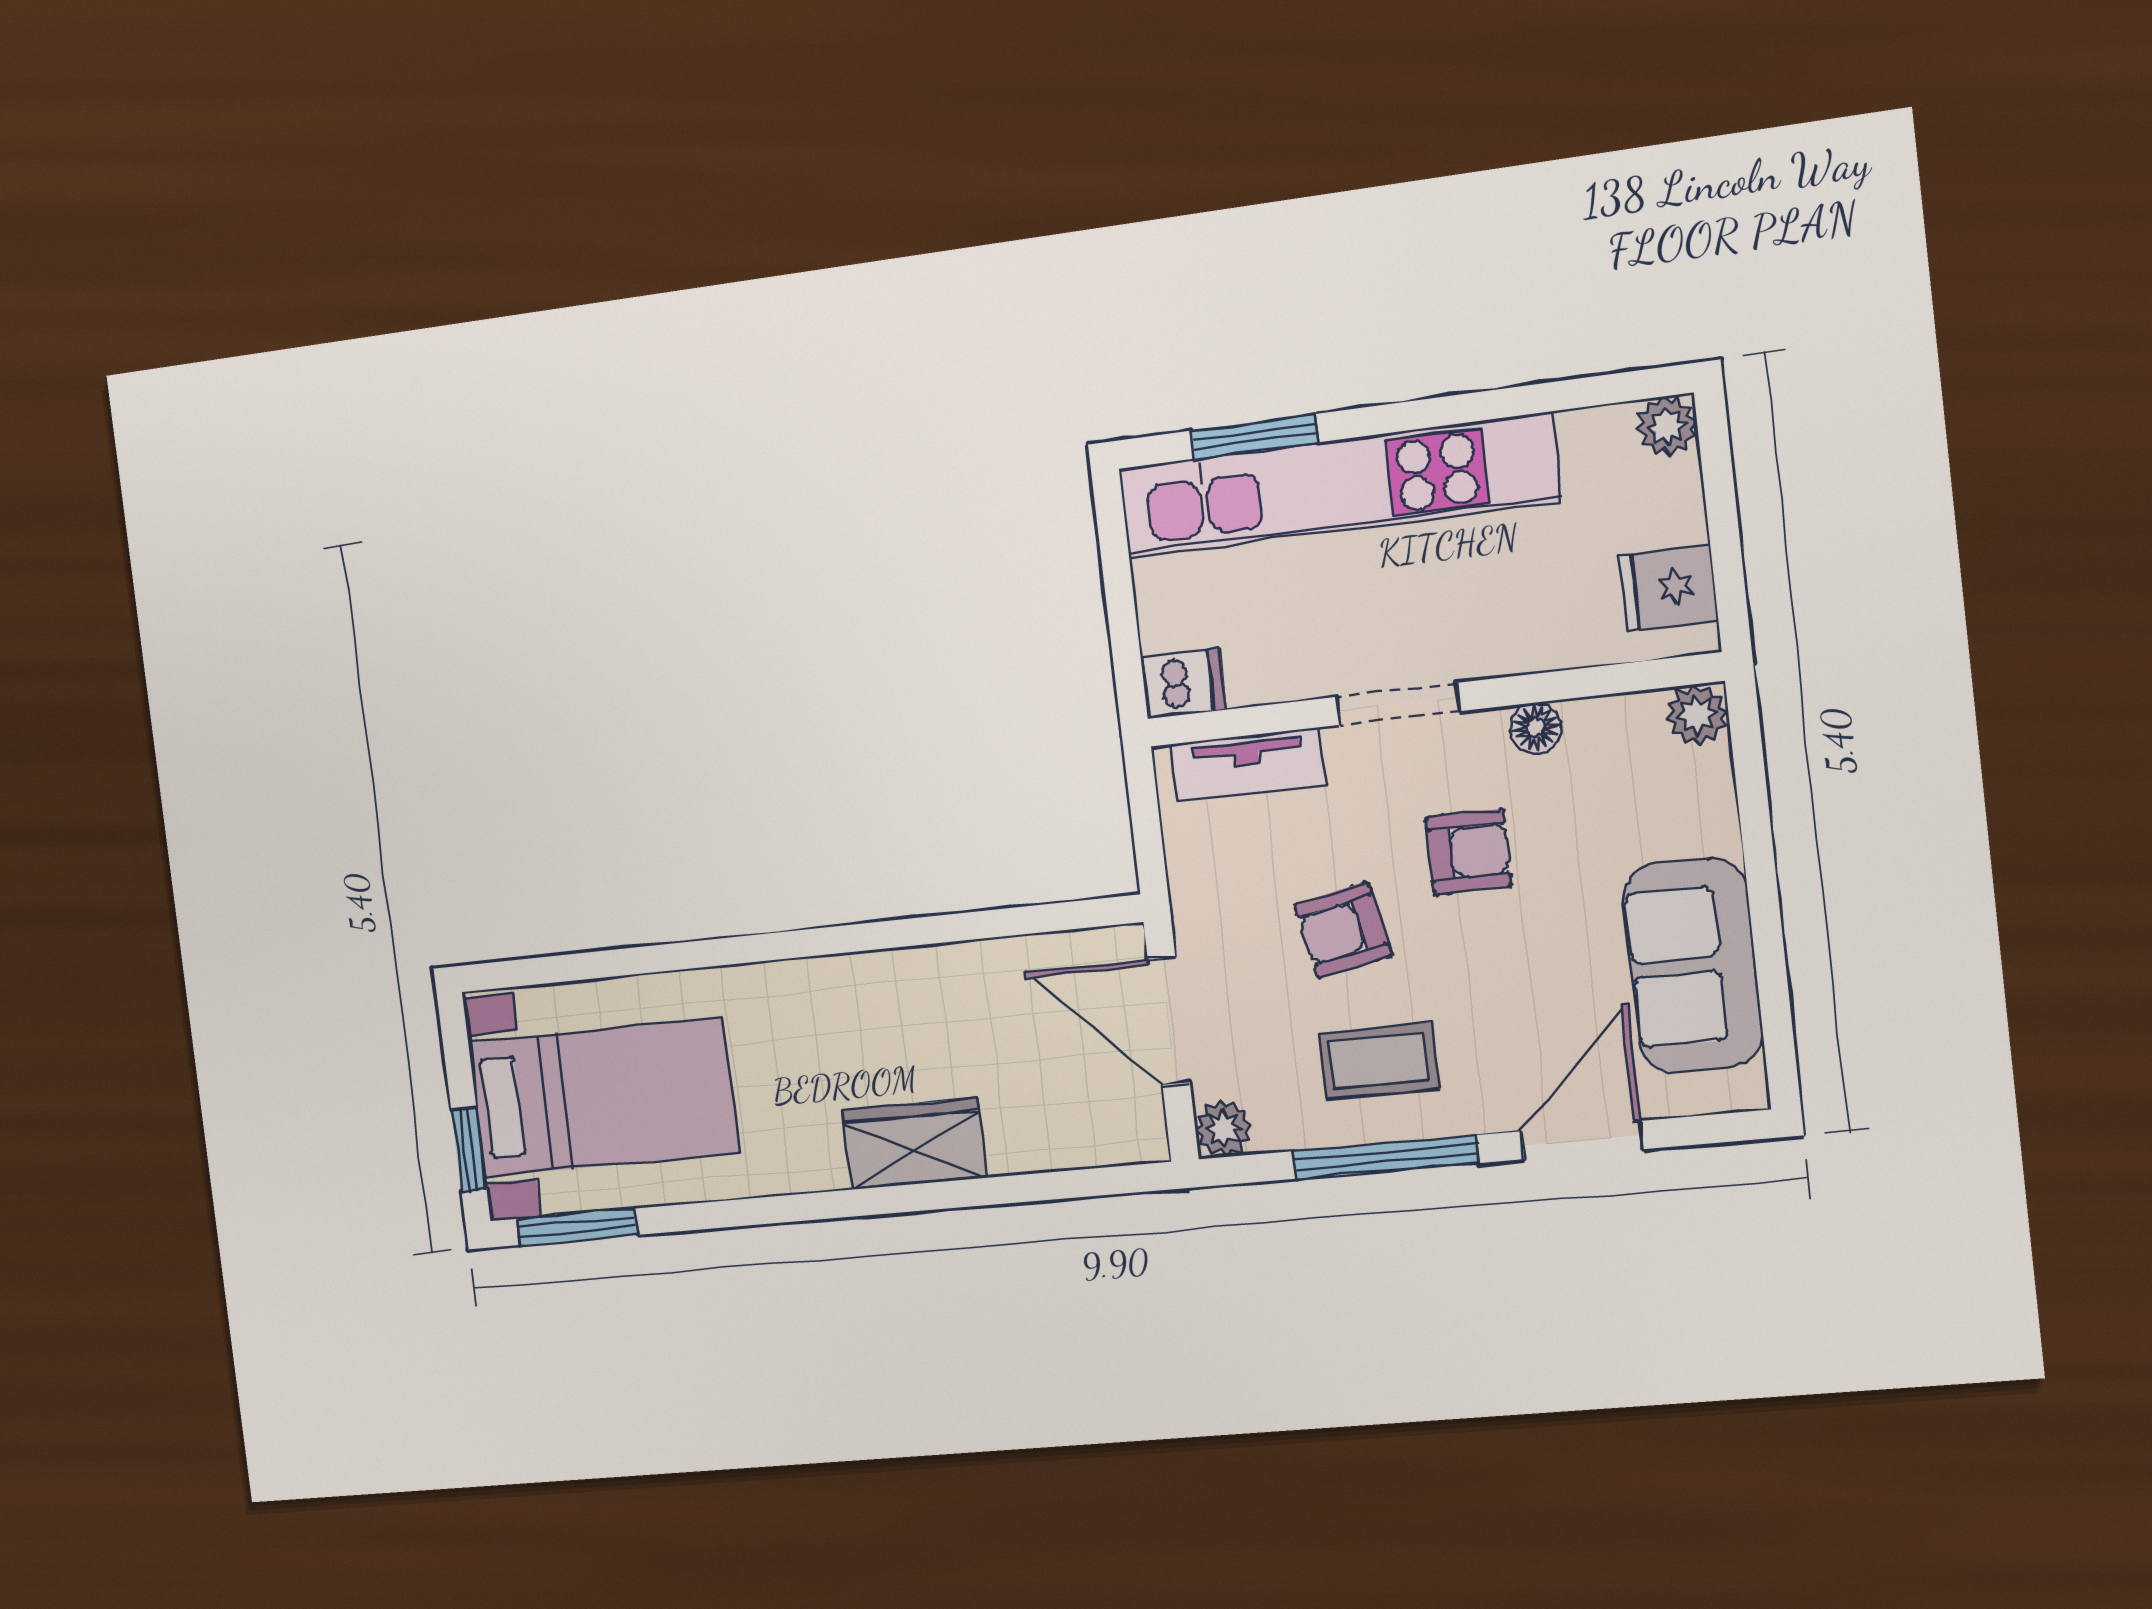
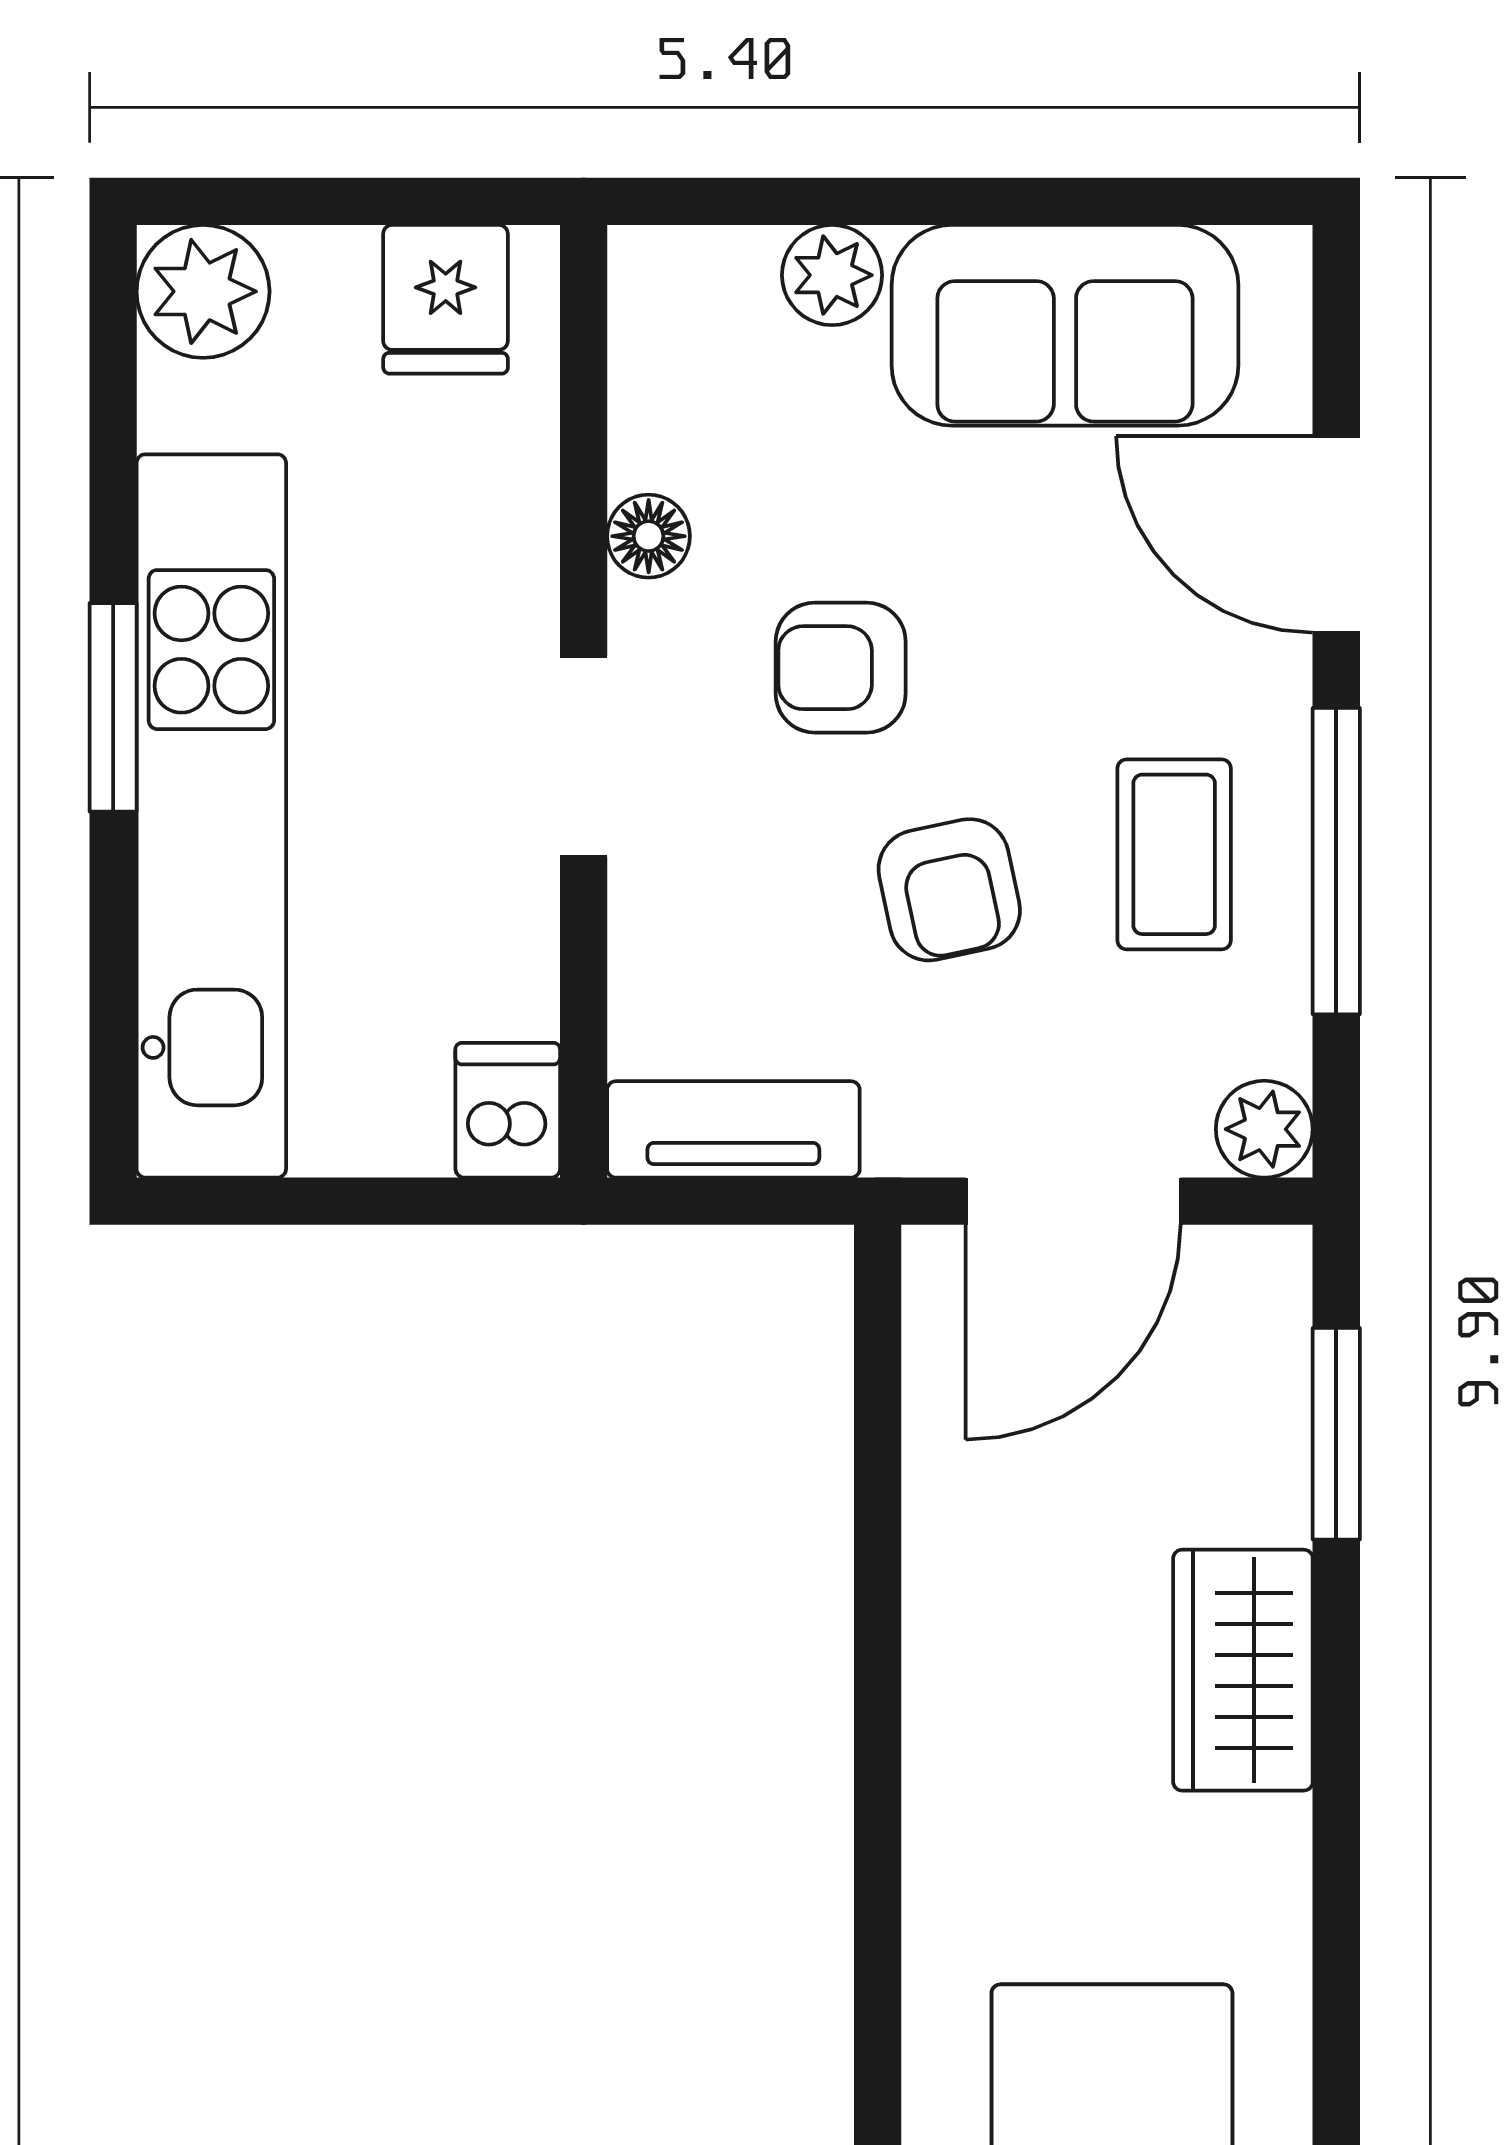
plant: (1667, 426) -> (203, 291), width x1.38, depth x1.38
window: (1254, 436) -> (113, 707), moved
plant: (1697, 715) -> (832, 275), moved
tv unit: (1248, 764) -> (733, 1129), moved, turned -90
armchair: (1469, 852) -> (841, 668), turned -90
window: (1053, 1186) -> (1336, 1434), added

